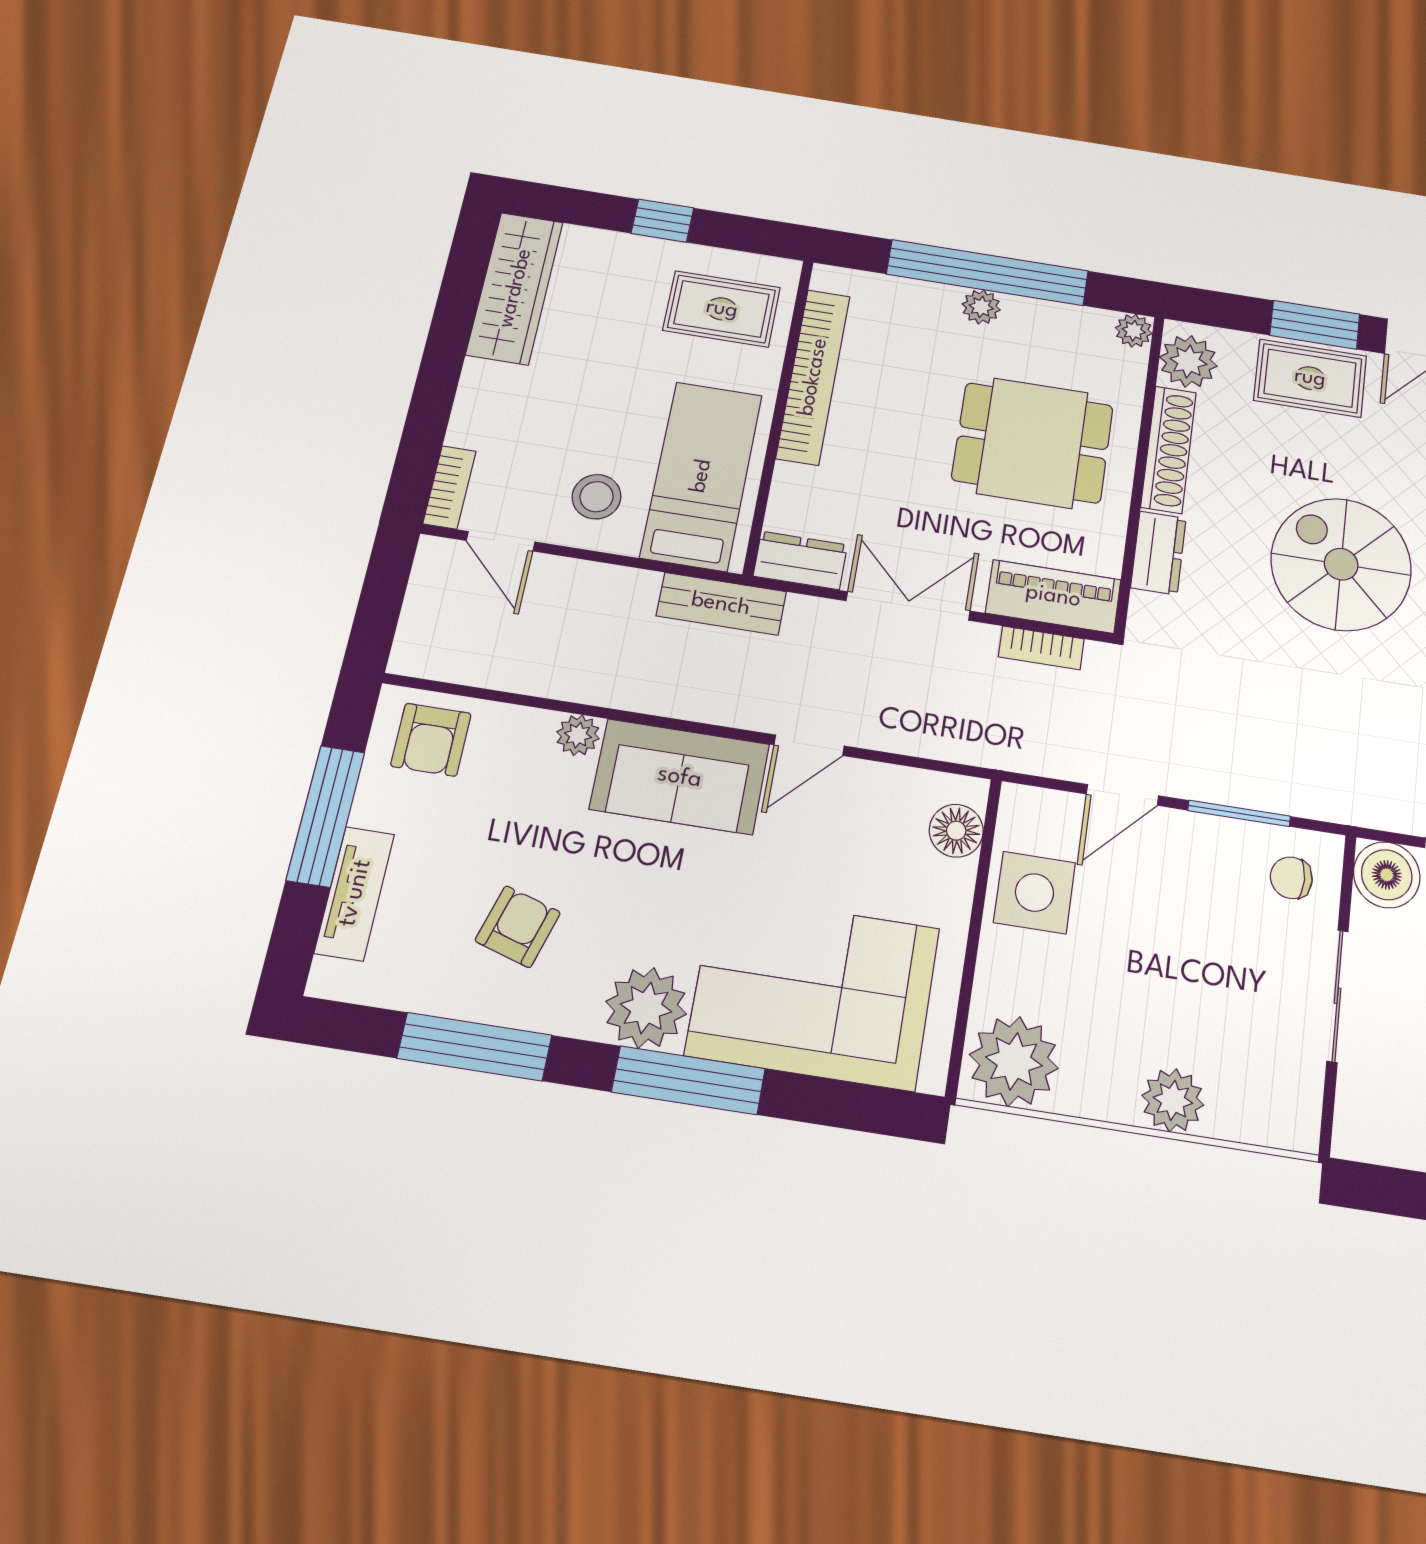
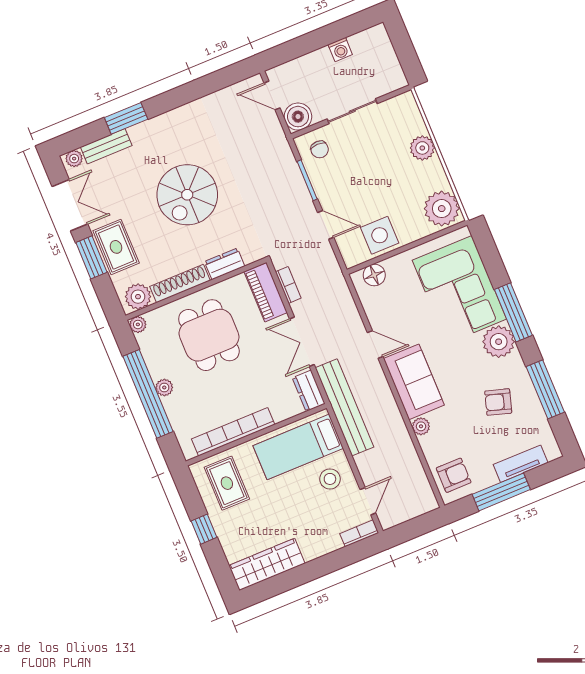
bench: (721, 604) -> (344, 407), width x1.86, depth x1.21

